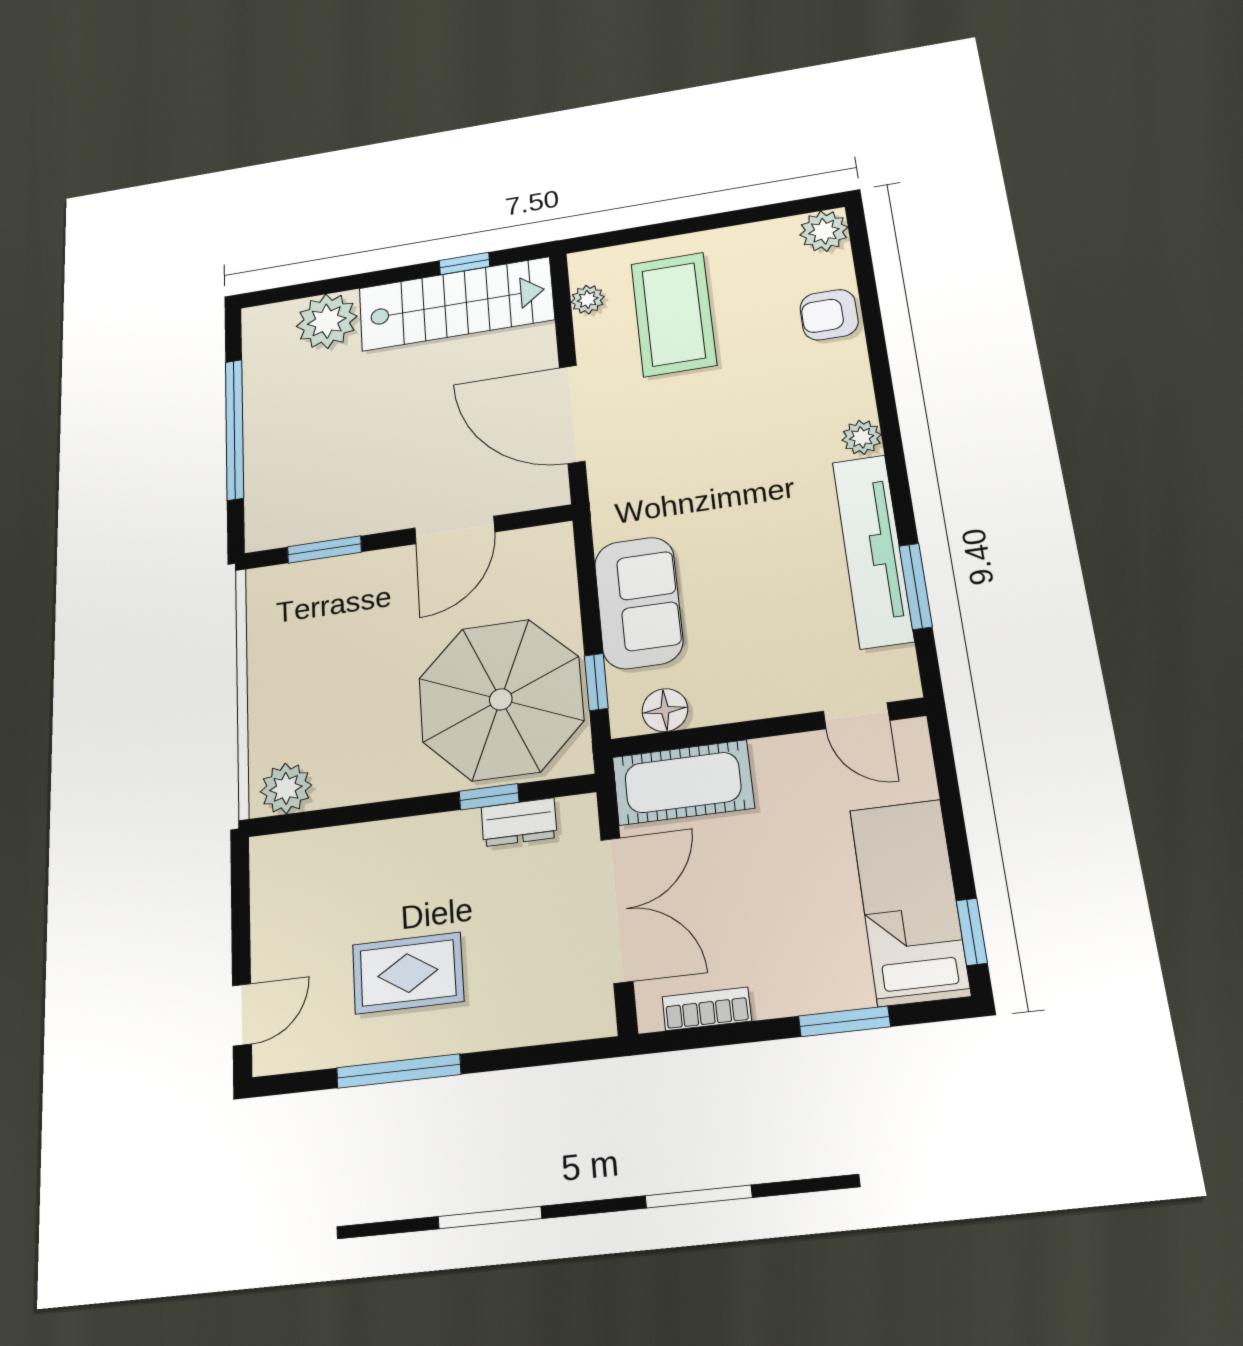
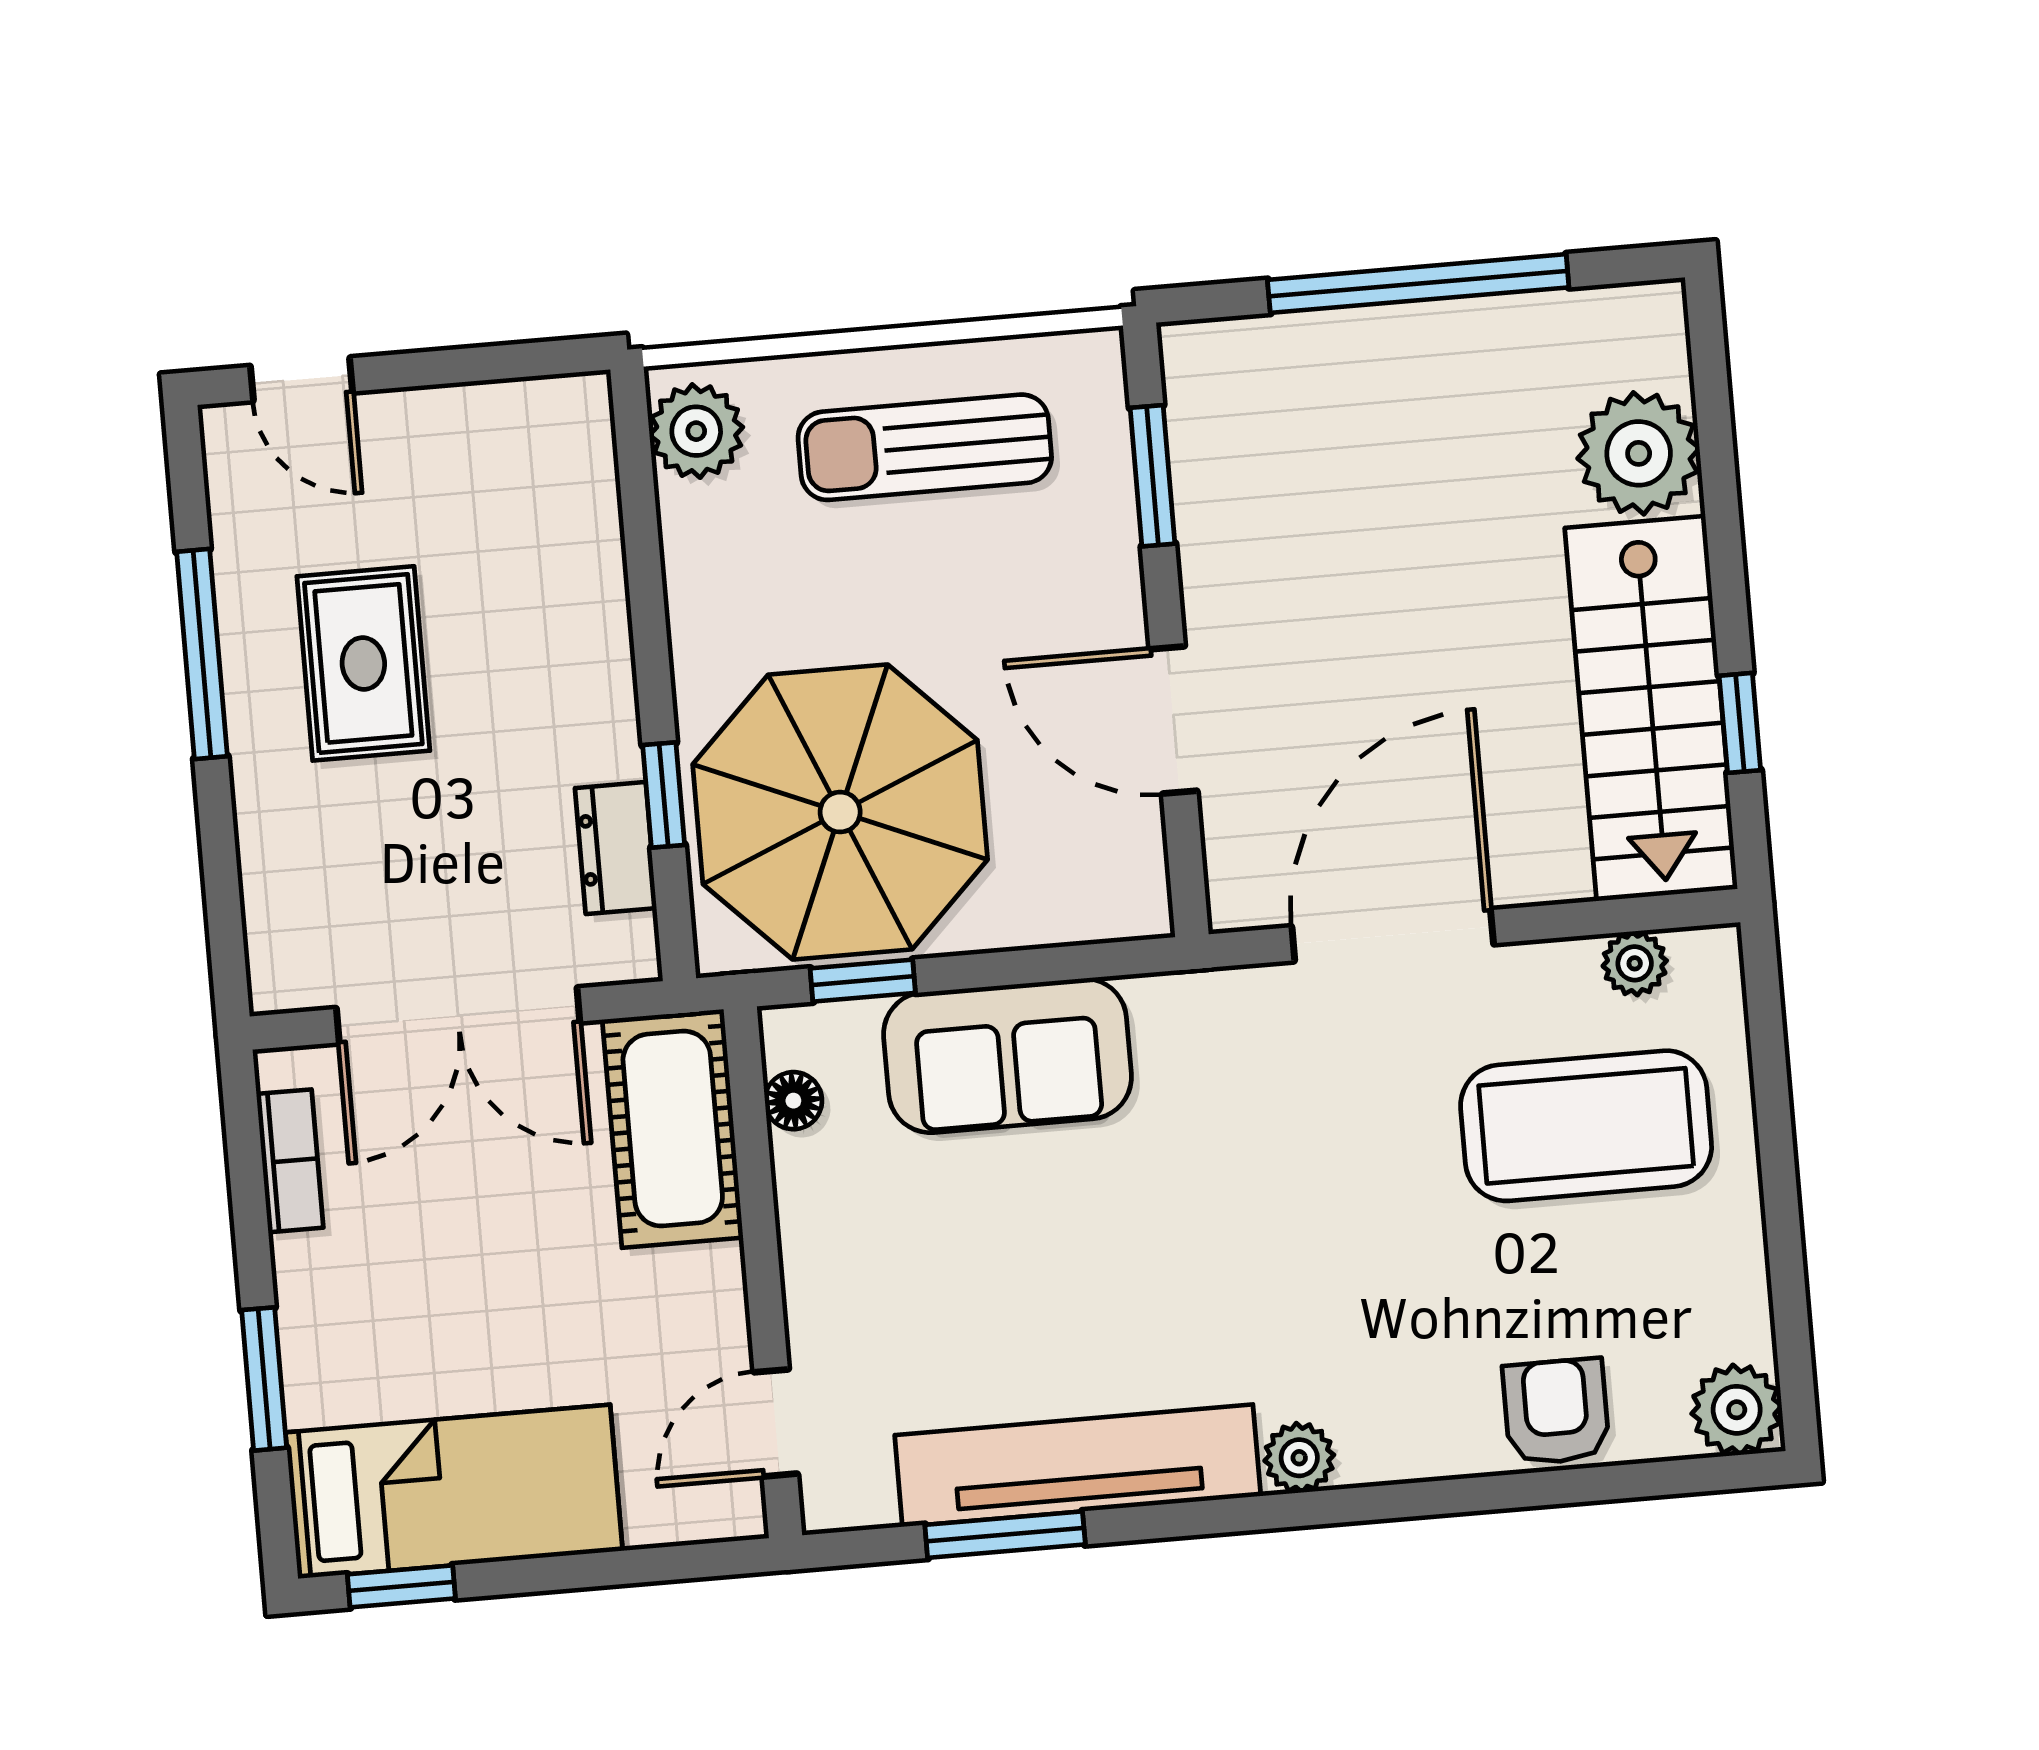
sun lounger: (302, 666) -> (925, 447), added
floor lamp: (665, 710) -> (793, 1101), width x0.73, depth x0.73

